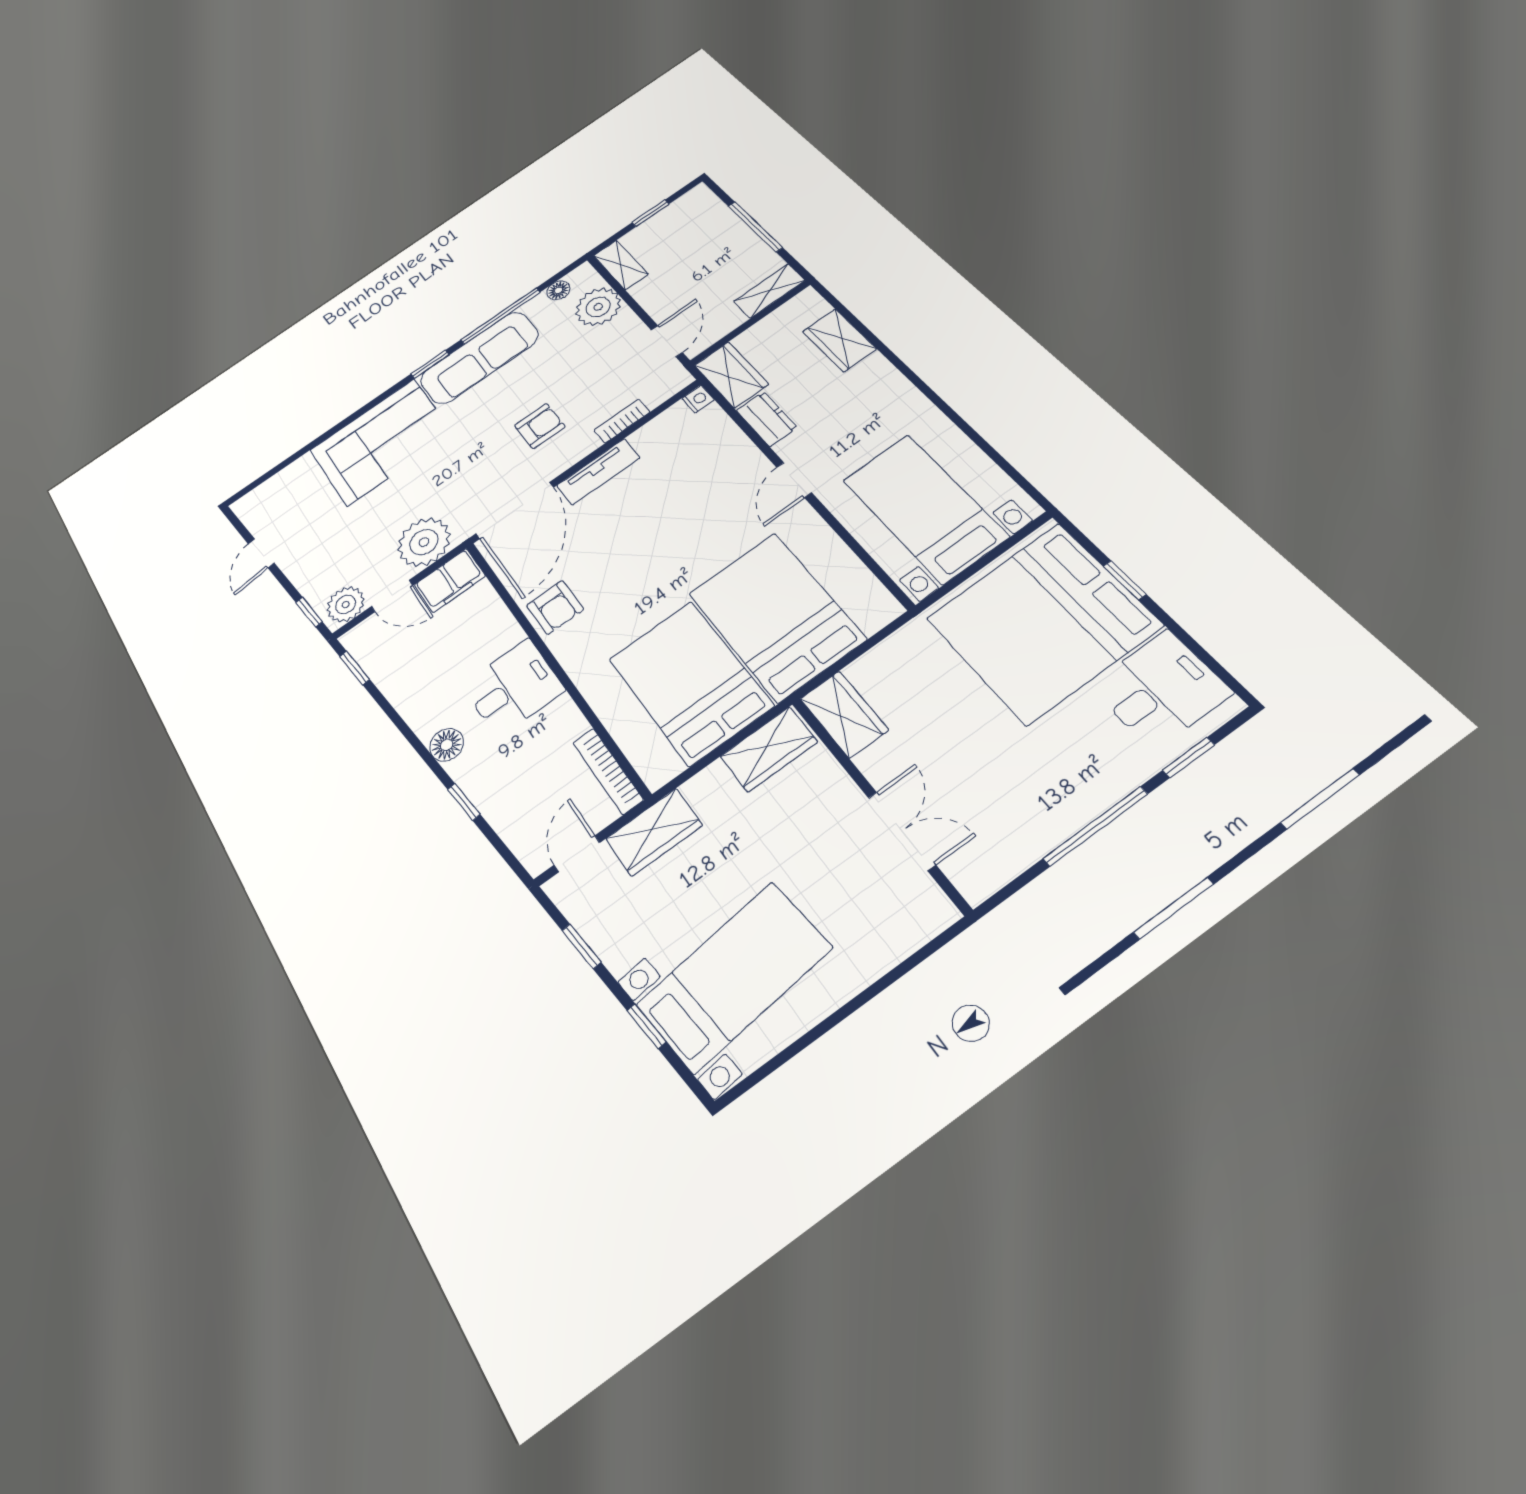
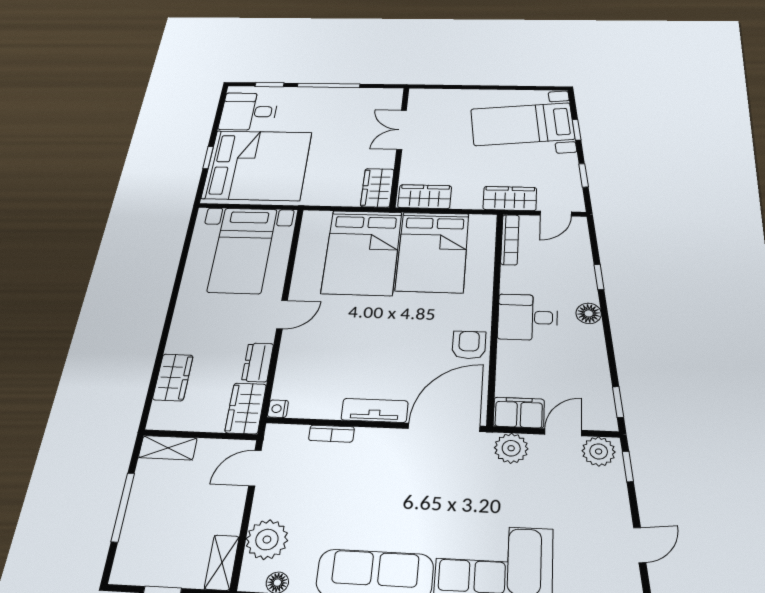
armchair: (540, 426) -> (381, 476), removed
plant: (424, 542) -> (511, 448), width x0.73, depth x0.73
door: (392, 596) -> (563, 432), hinge flipped

